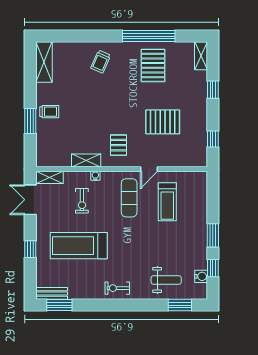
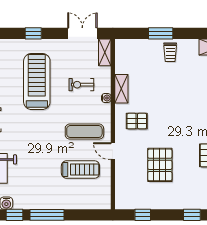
treadmill: (167, 202) -> (80, 170), turned 180
window: (213, 235) -> (47, 215), width x1.44

